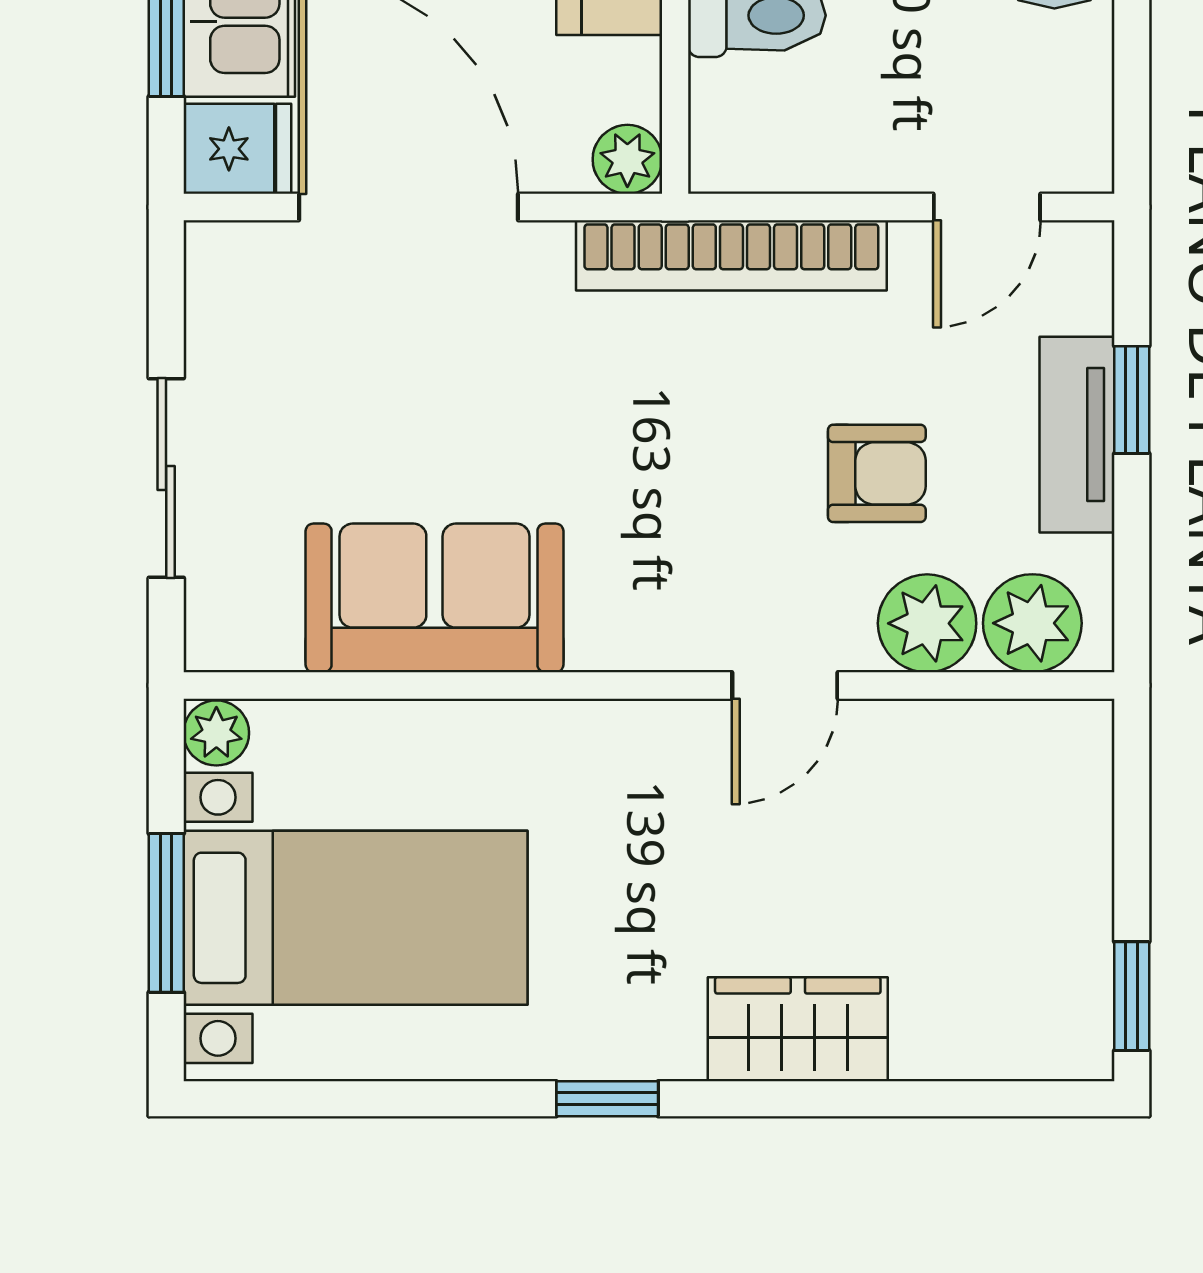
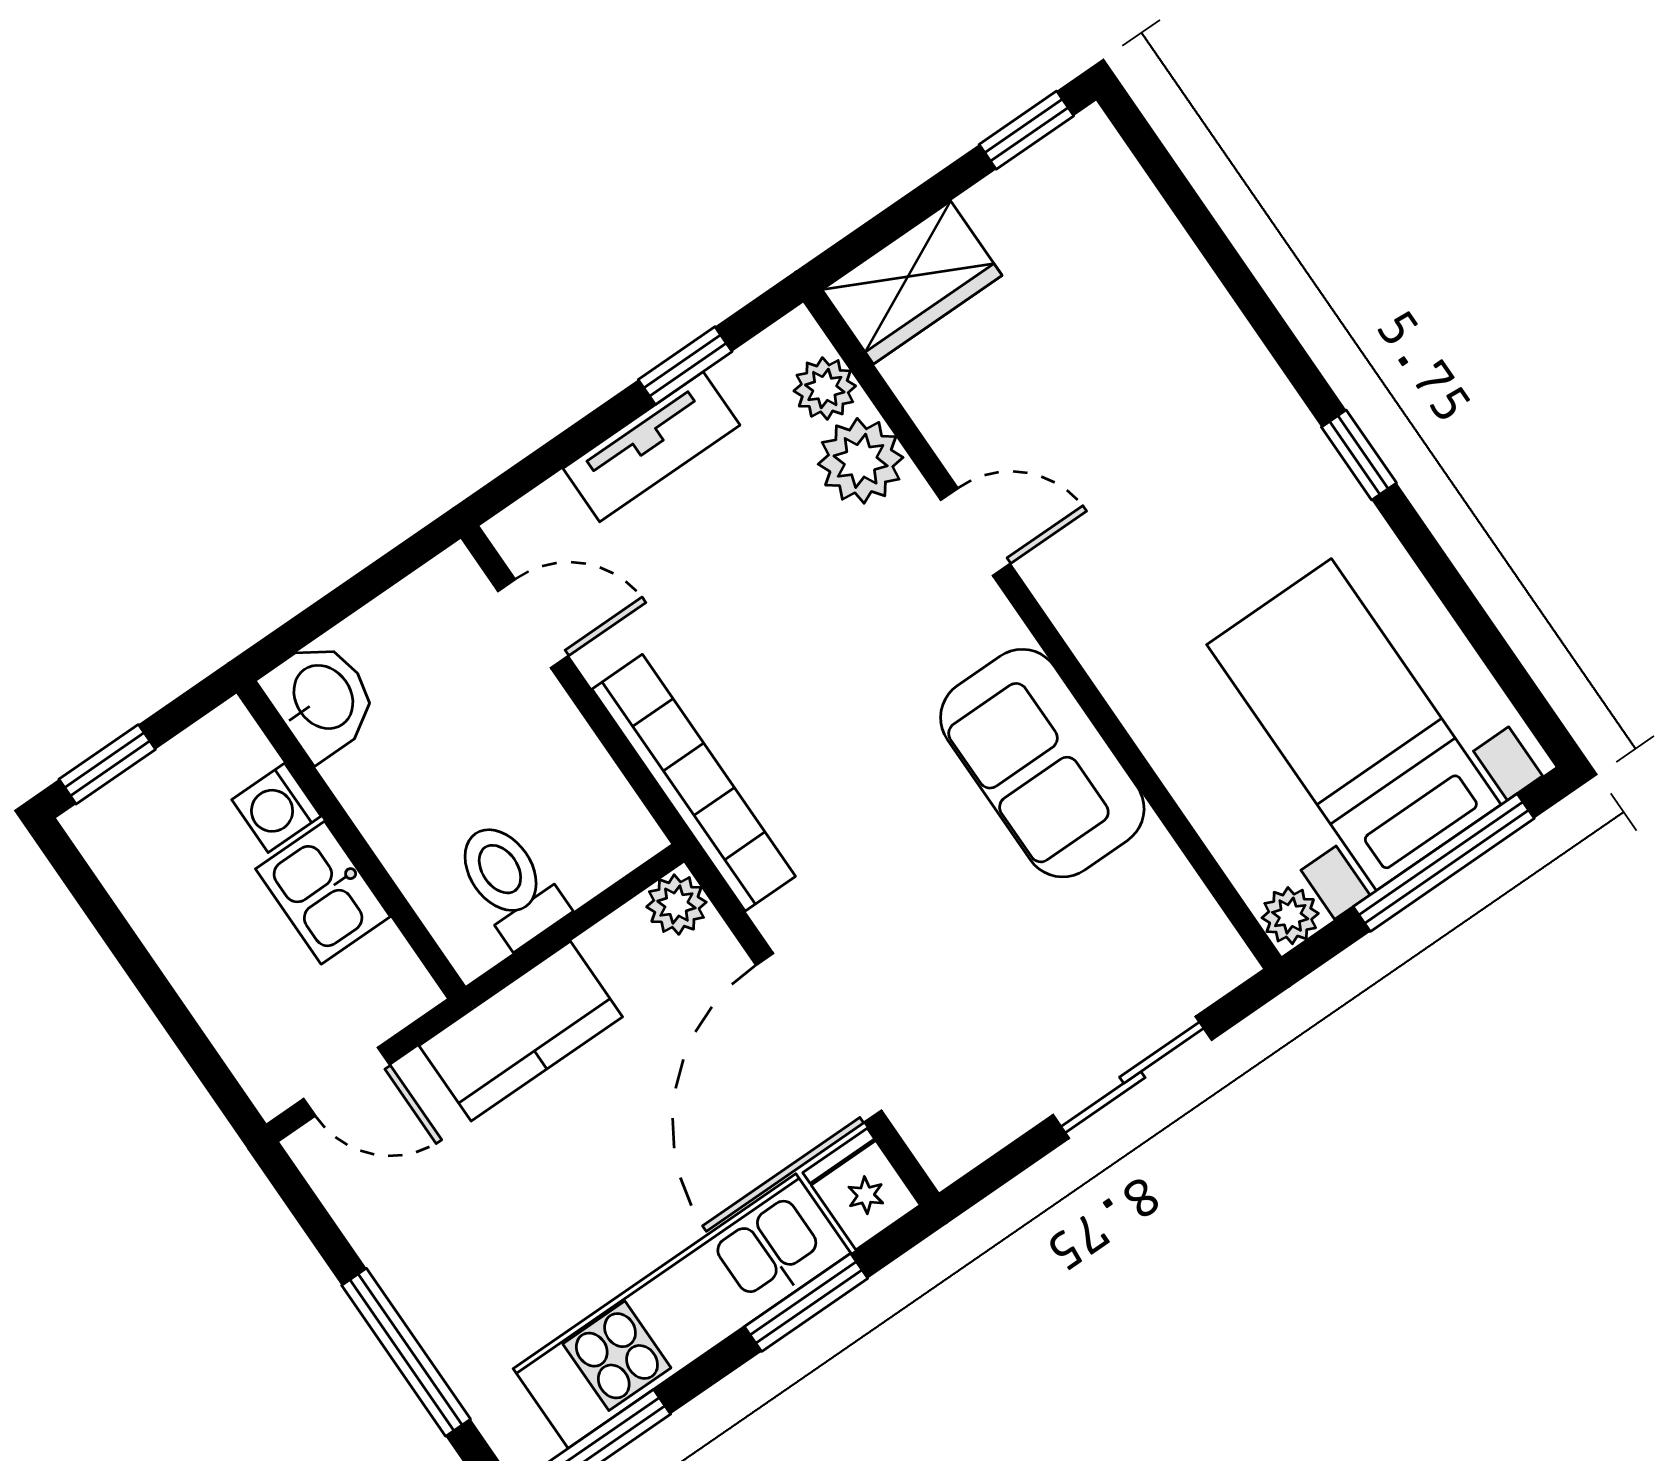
window: (1132, 400) -> (685, 366), moved
armchair: (877, 473) -> (778, 571), removed
sofa: (434, 598) -> (1042, 763), moved
plant: (1032, 623) -> (825, 388), width x0.73, depth x0.73
window: (166, 913) -> (1444, 863), width x1.44
wardrobe: (798, 1029) -> (912, 283), moved, turned -90

